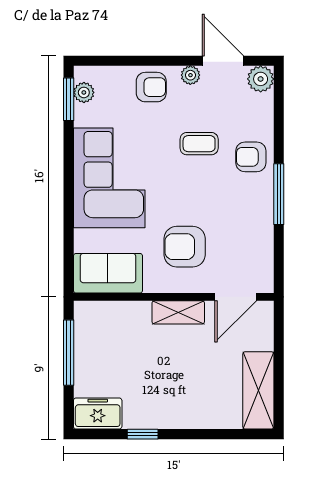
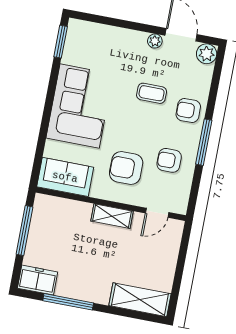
armchair: (151, 87) -> (169, 160), moved, turned 180
plant: (84, 92) -> (73, 39), removed
door: (236, 297) -> (157, 213), width x0.73
shelving: (258, 390) -> (140, 300), moved, turned 90
window: (143, 434) -> (68, 302), width x2.17

